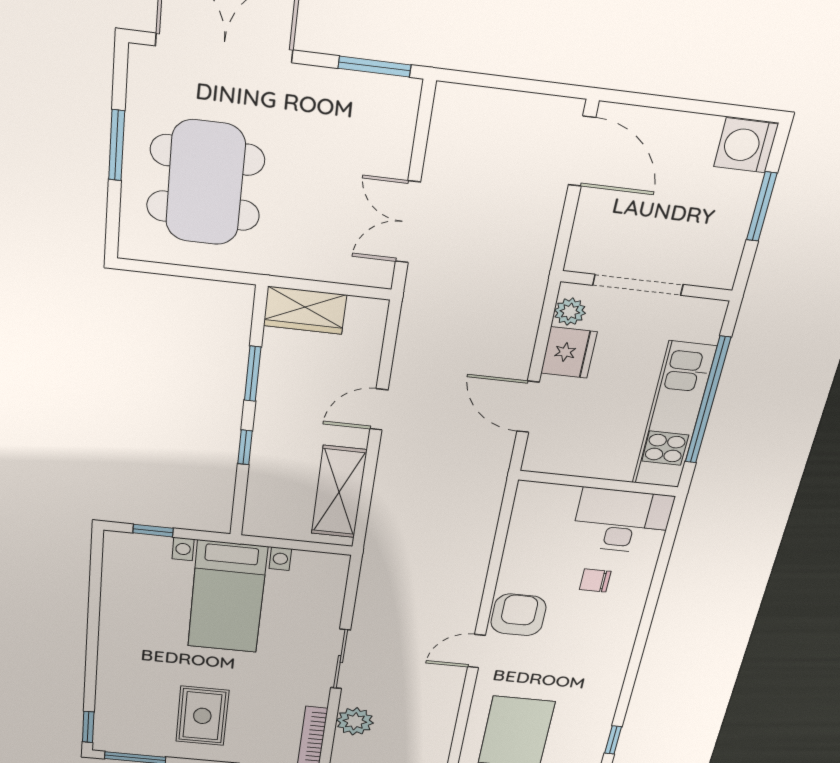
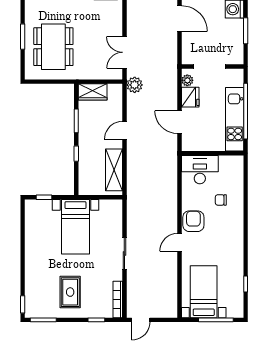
desk: (622, 521) -> (200, 170), moved
plant: (355, 721) -> (135, 85), moved

